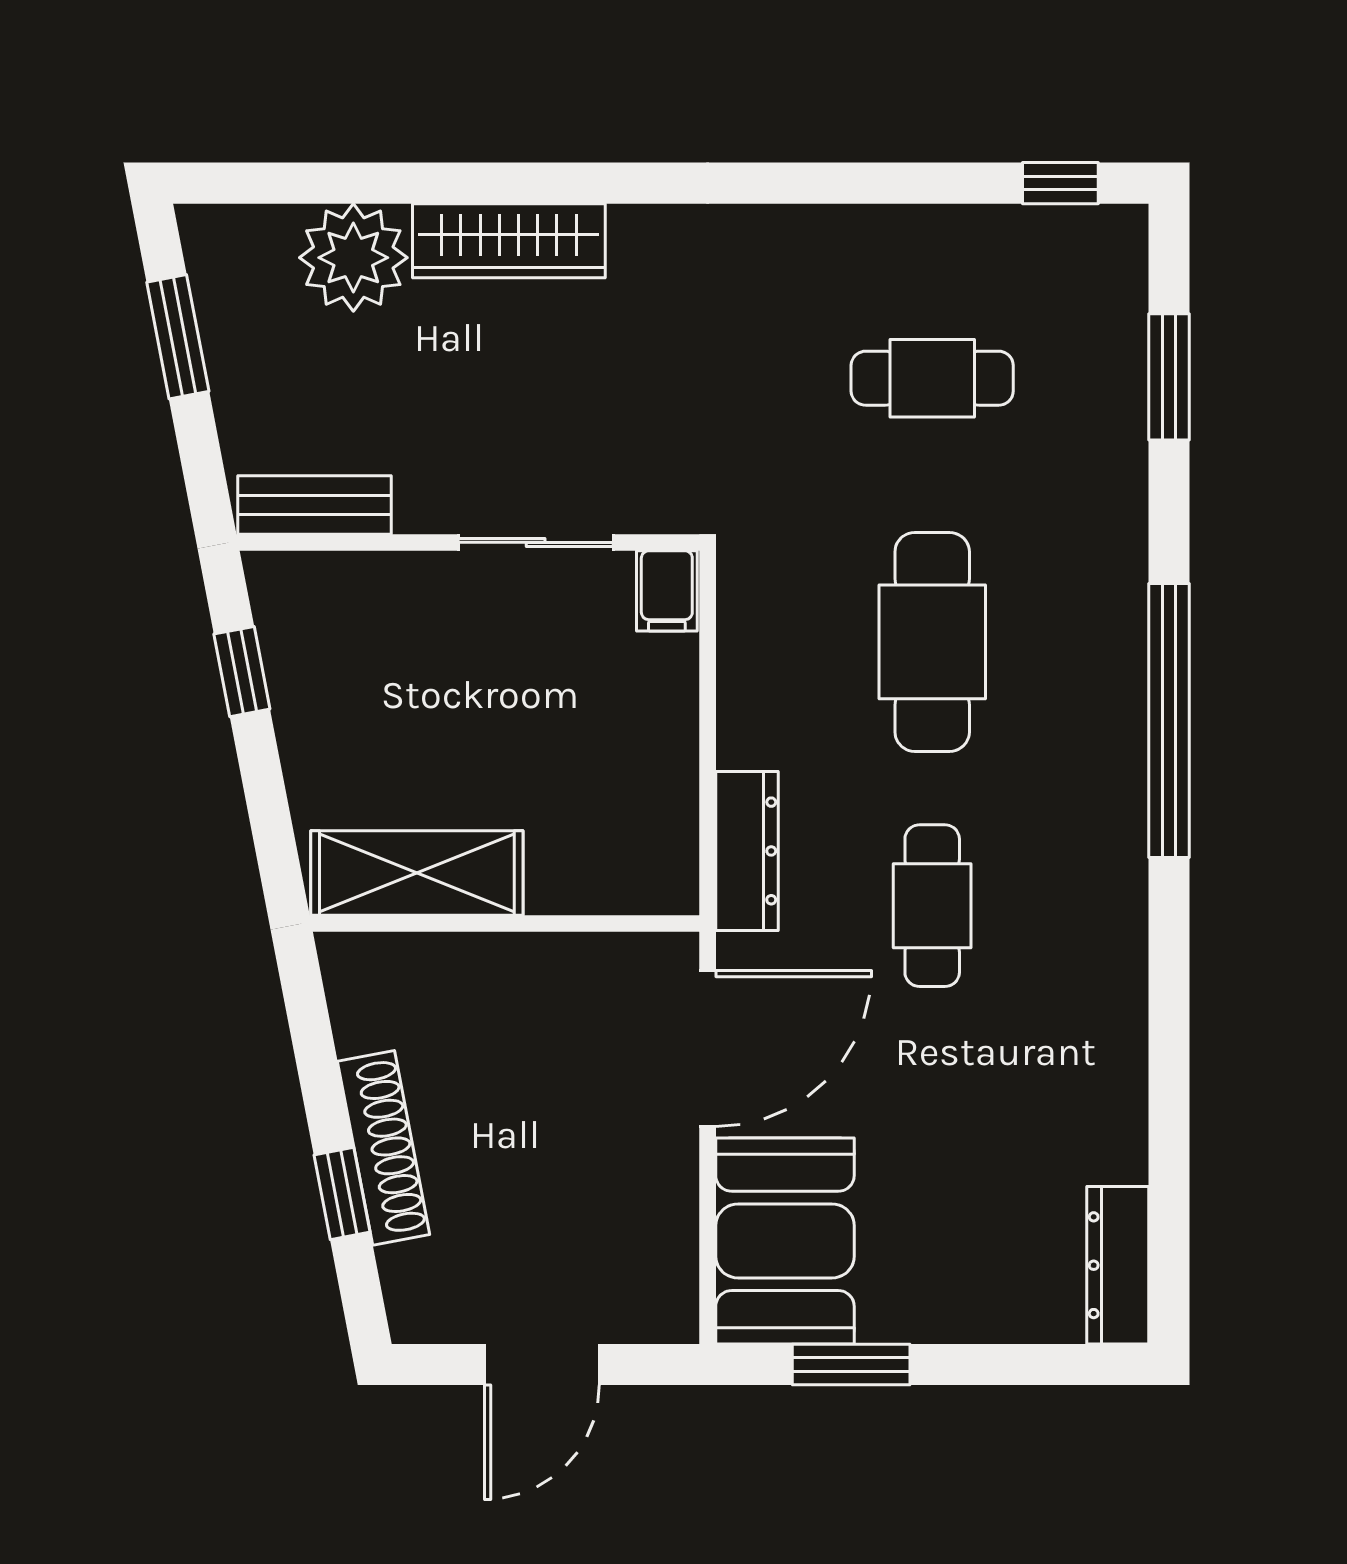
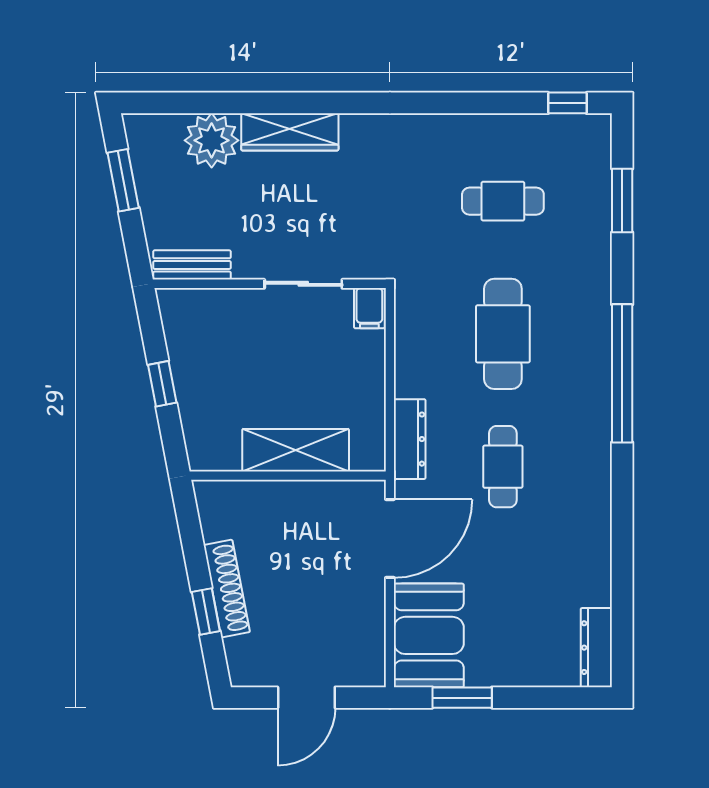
window: (242, 672) -> (162, 384), moved
shelving: (417, 873) -> (296, 450), moved

